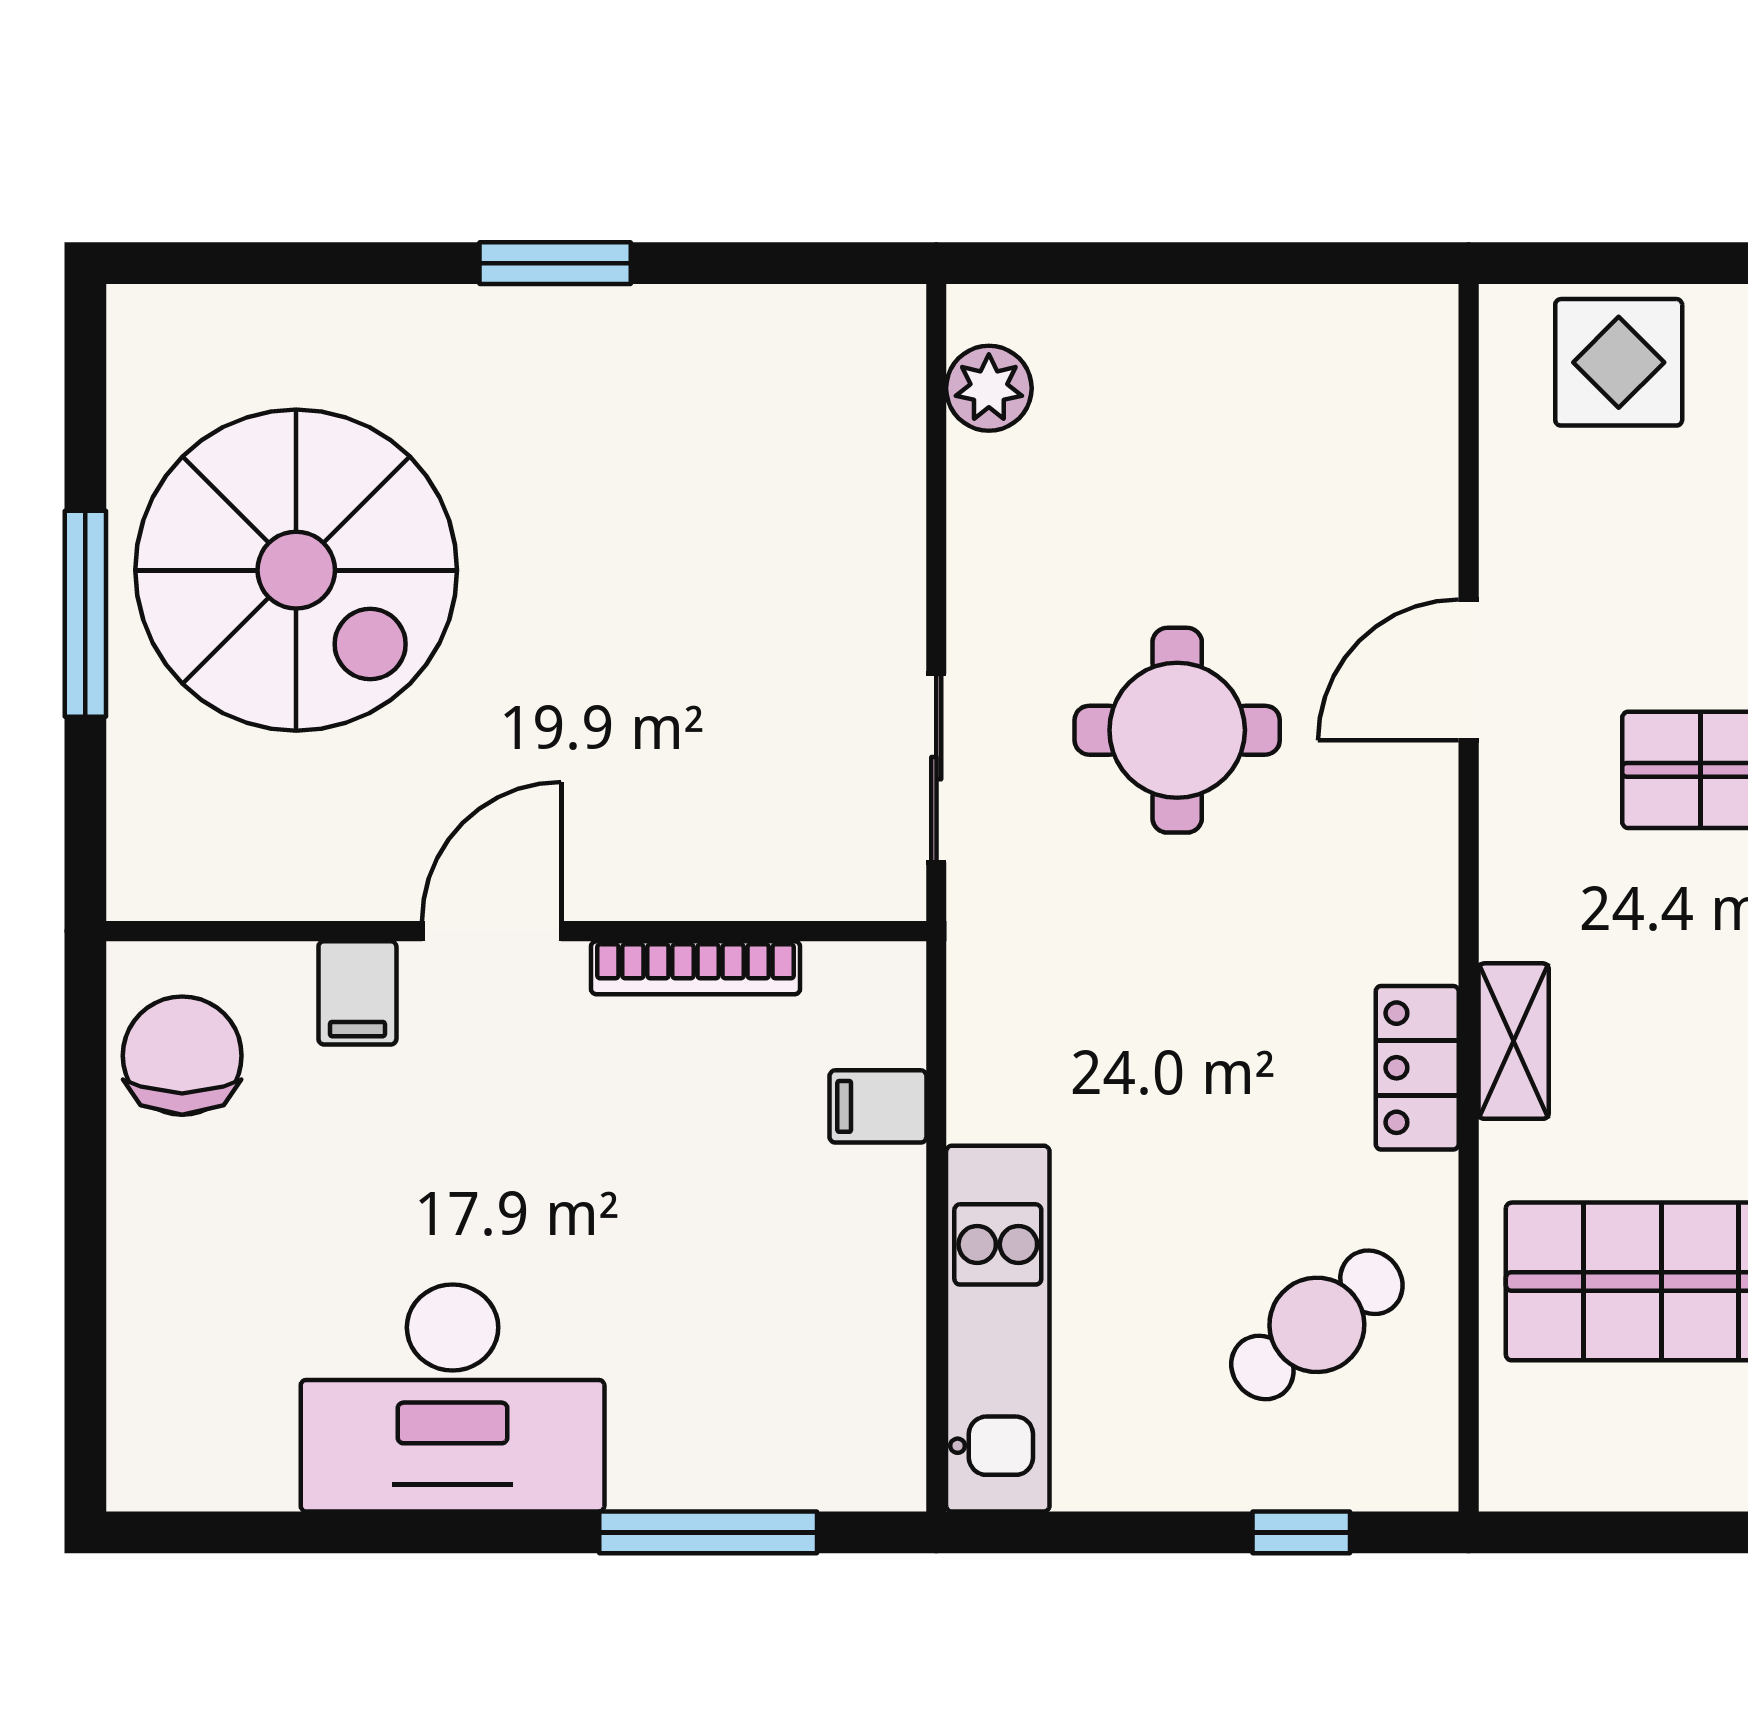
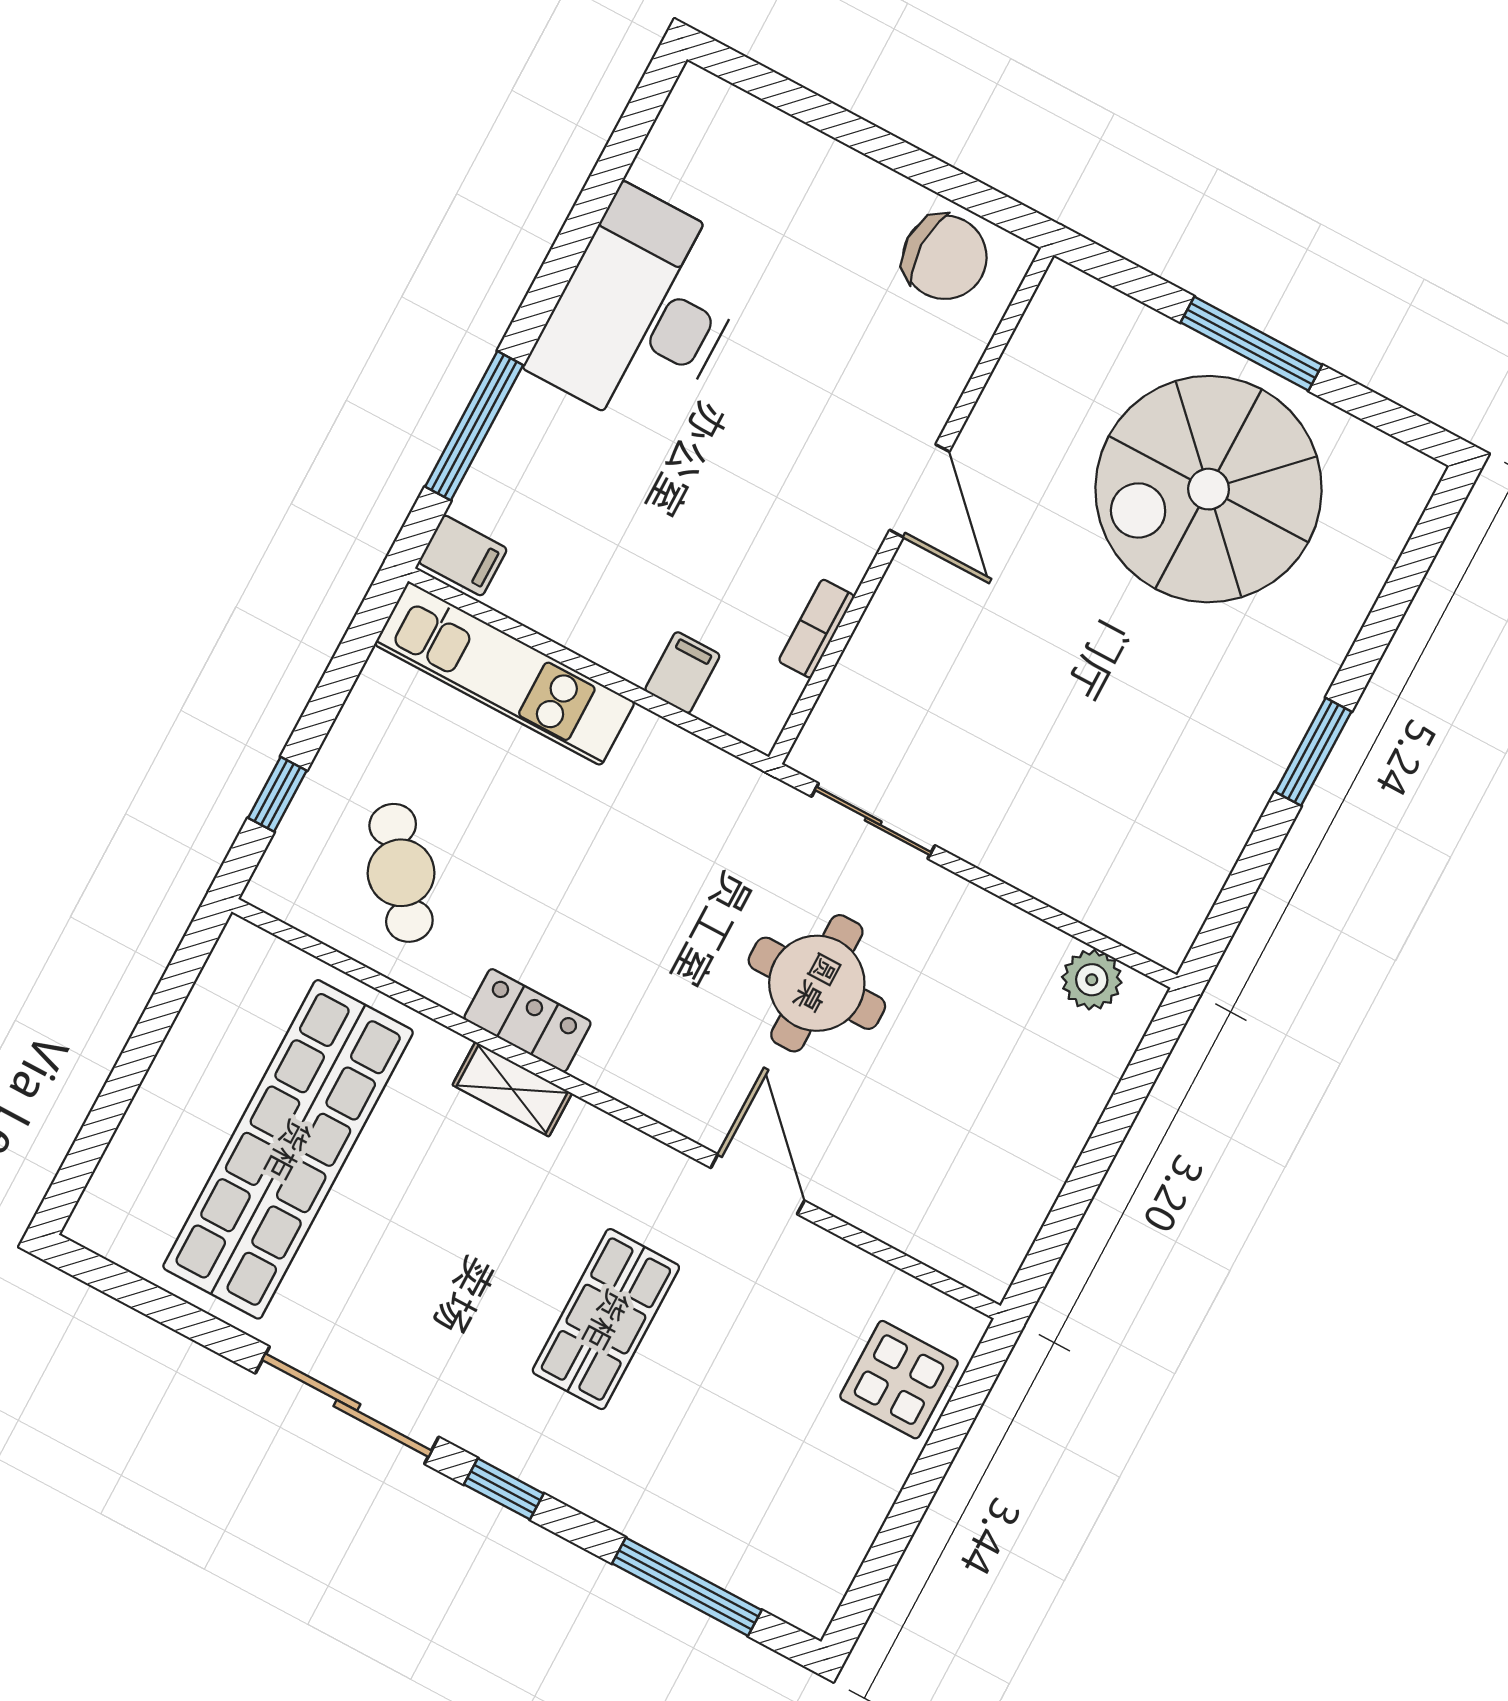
bookcase: (696, 968) -> (817, 629), width x0.64
filing cabinet: (357, 993) -> (463, 556), moved, turned 180

